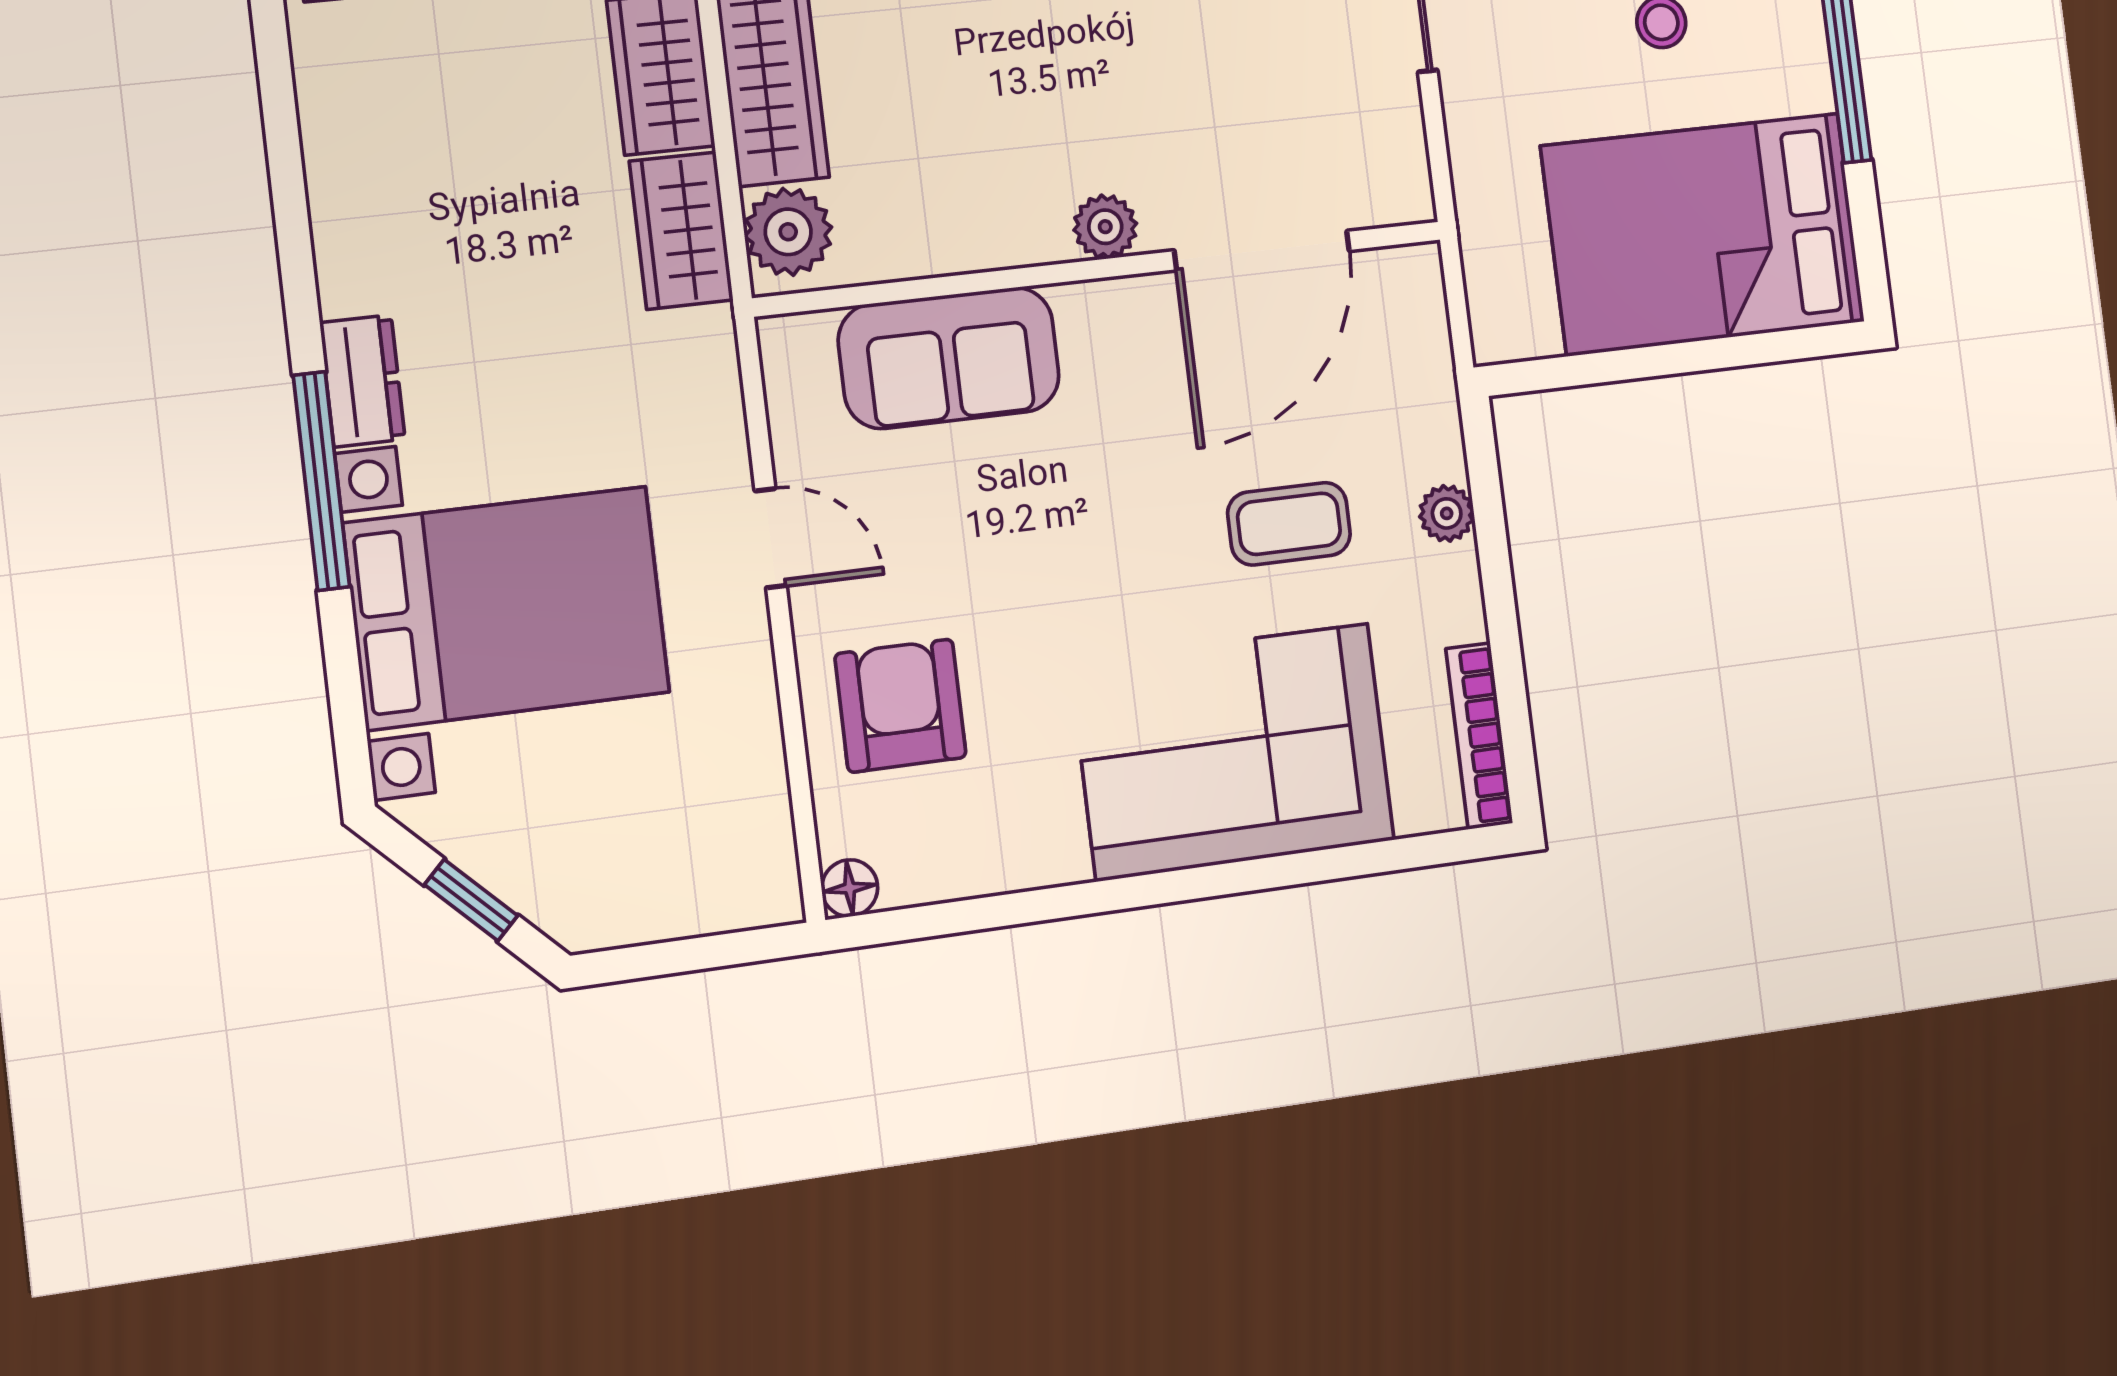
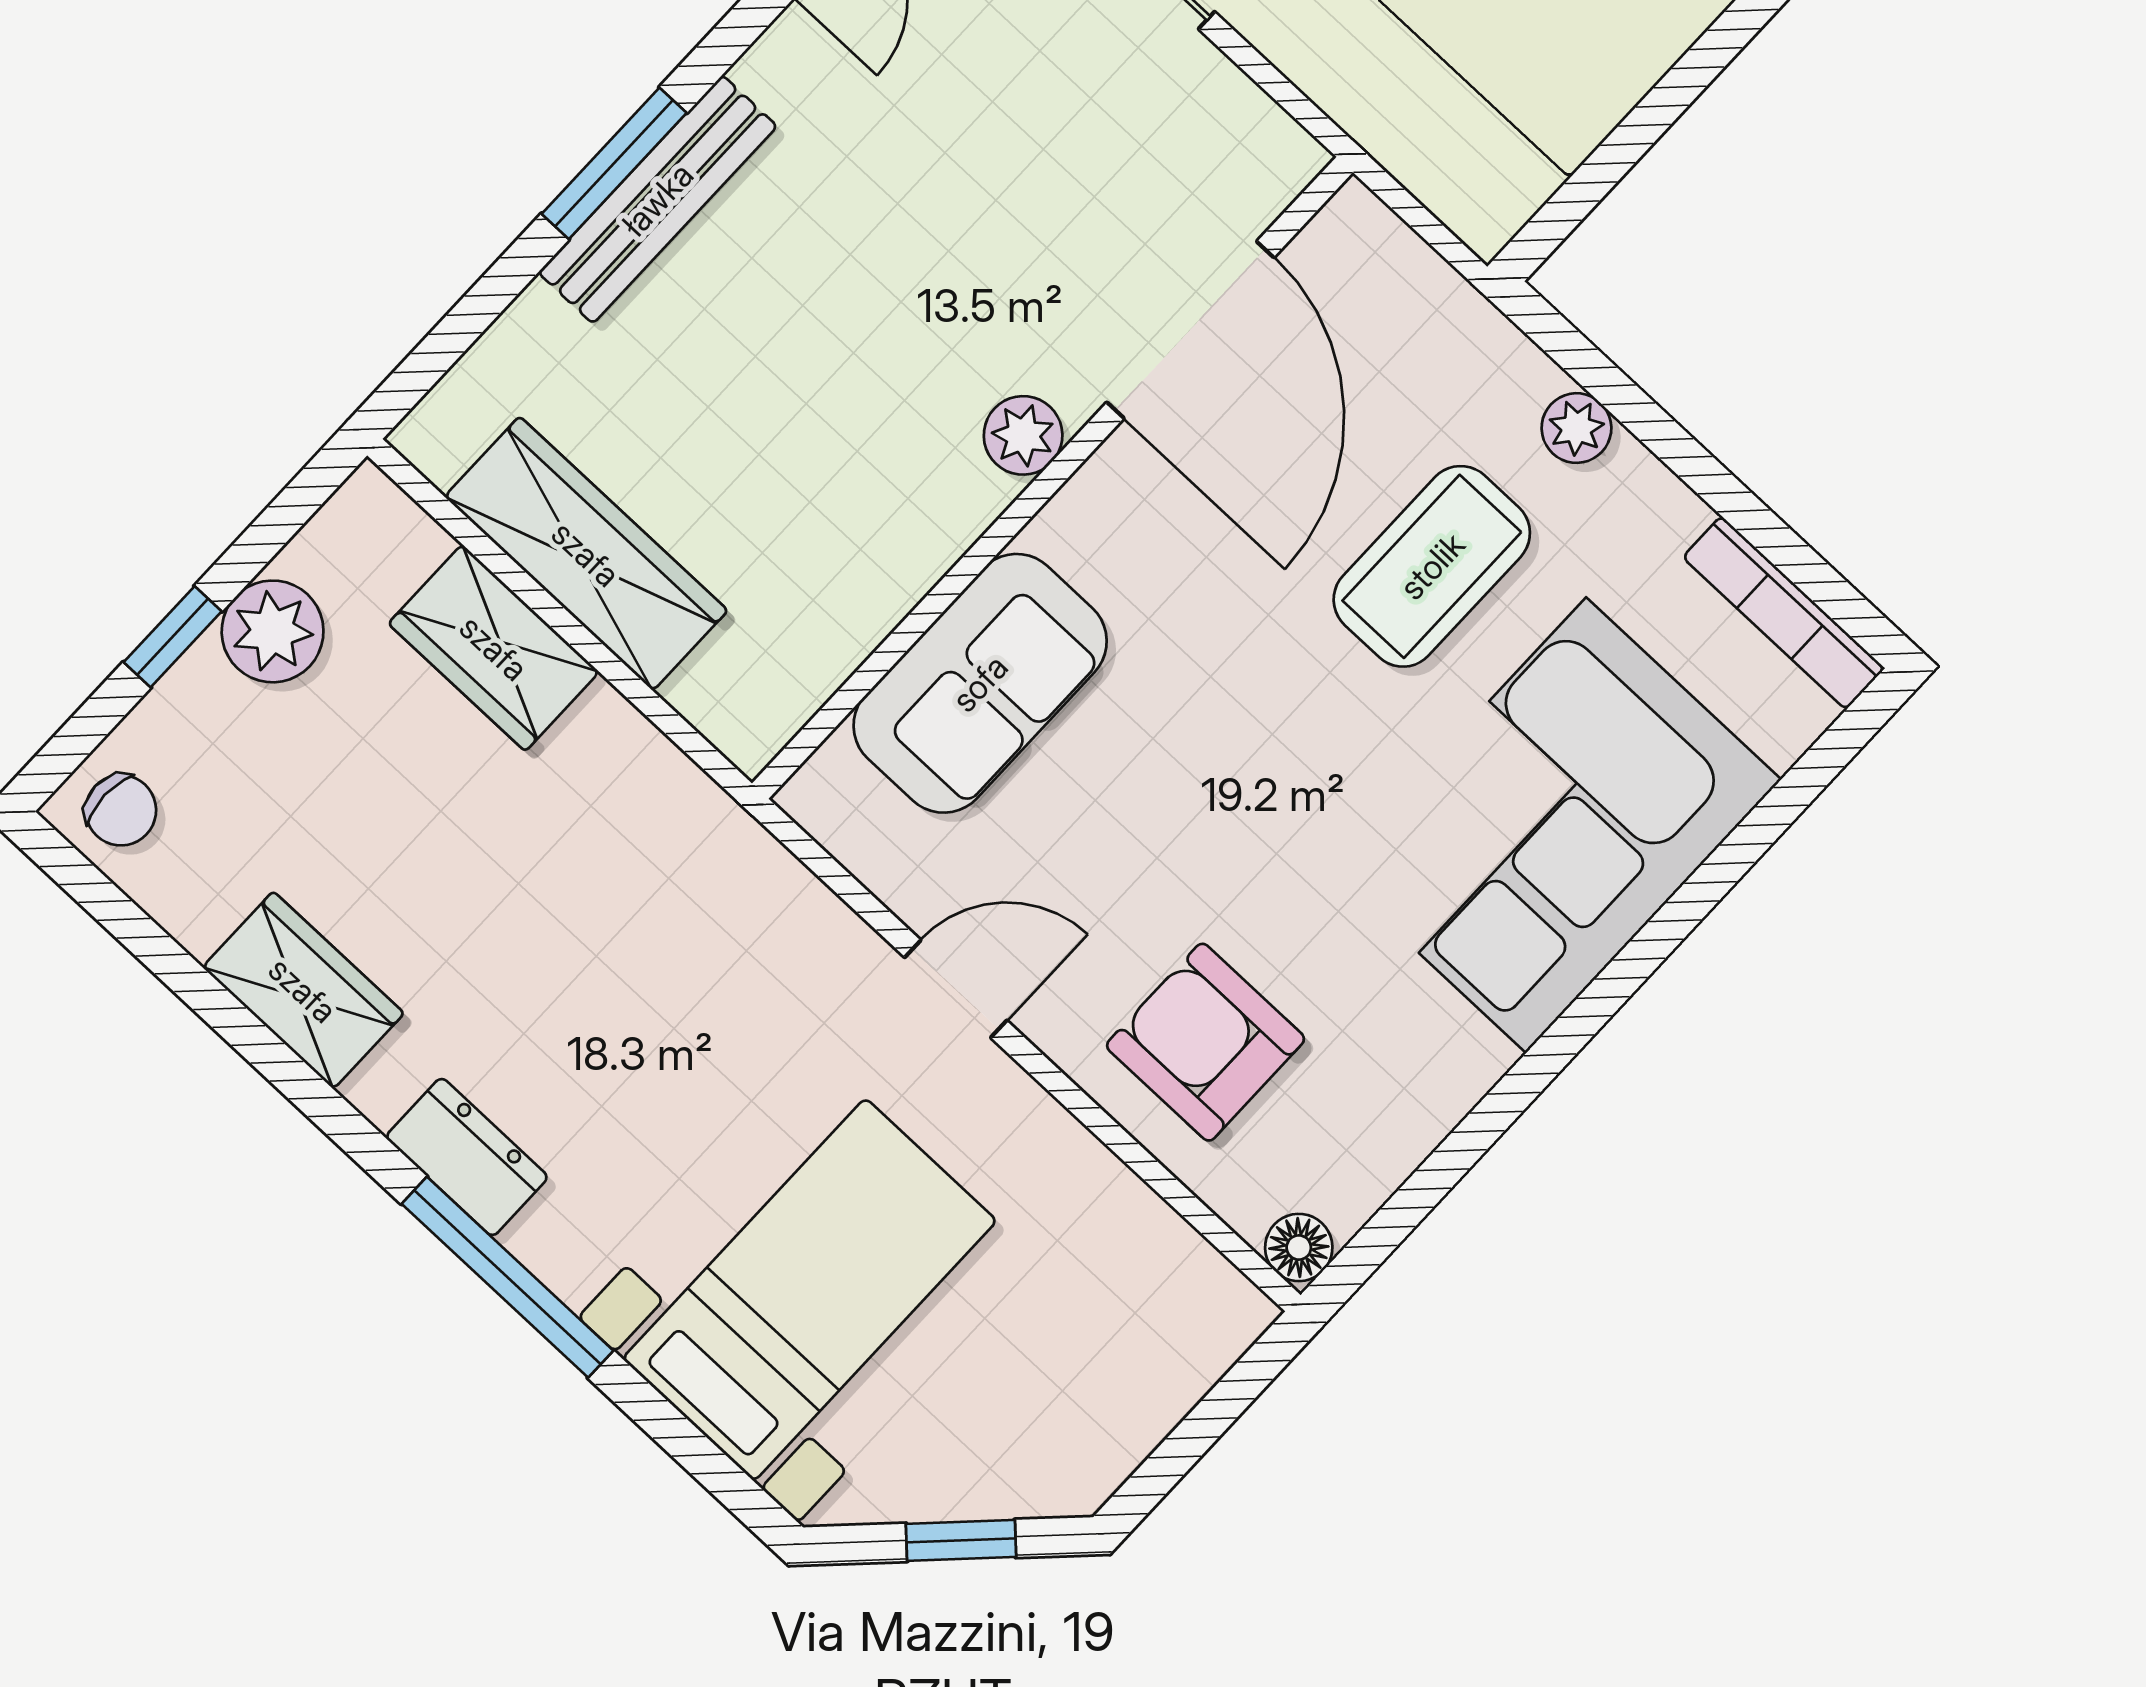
wardrobe: (681, 231) -> (303, 990), moved, turned 180
plant: (788, 232) -> (733, 694), removed
coffee table: (1289, 524) -> (1432, 566), width x1.36, depth x1.30
bed with nightstands: (507, 608) -> (810, 1290), width x0.73

